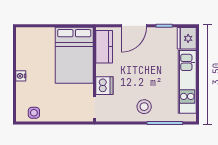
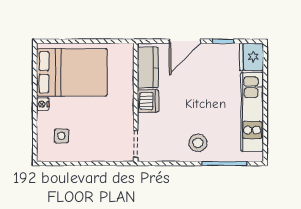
bed: (74, 55) -> (72, 72), moved, turned -90
dishwasher: (104, 86) -> (148, 101), moved
side table: (34, 113) -> (61, 136), moved

